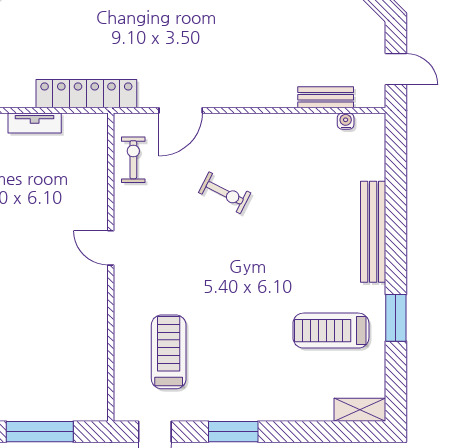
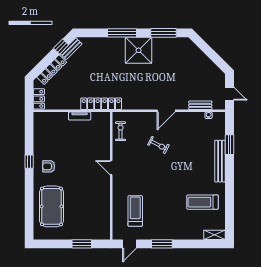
door: (181, 110) -> (166, 111), moved
window: (396, 318) -> (230, 145), moved
window: (40, 432) -> (82, 244), width x0.69

